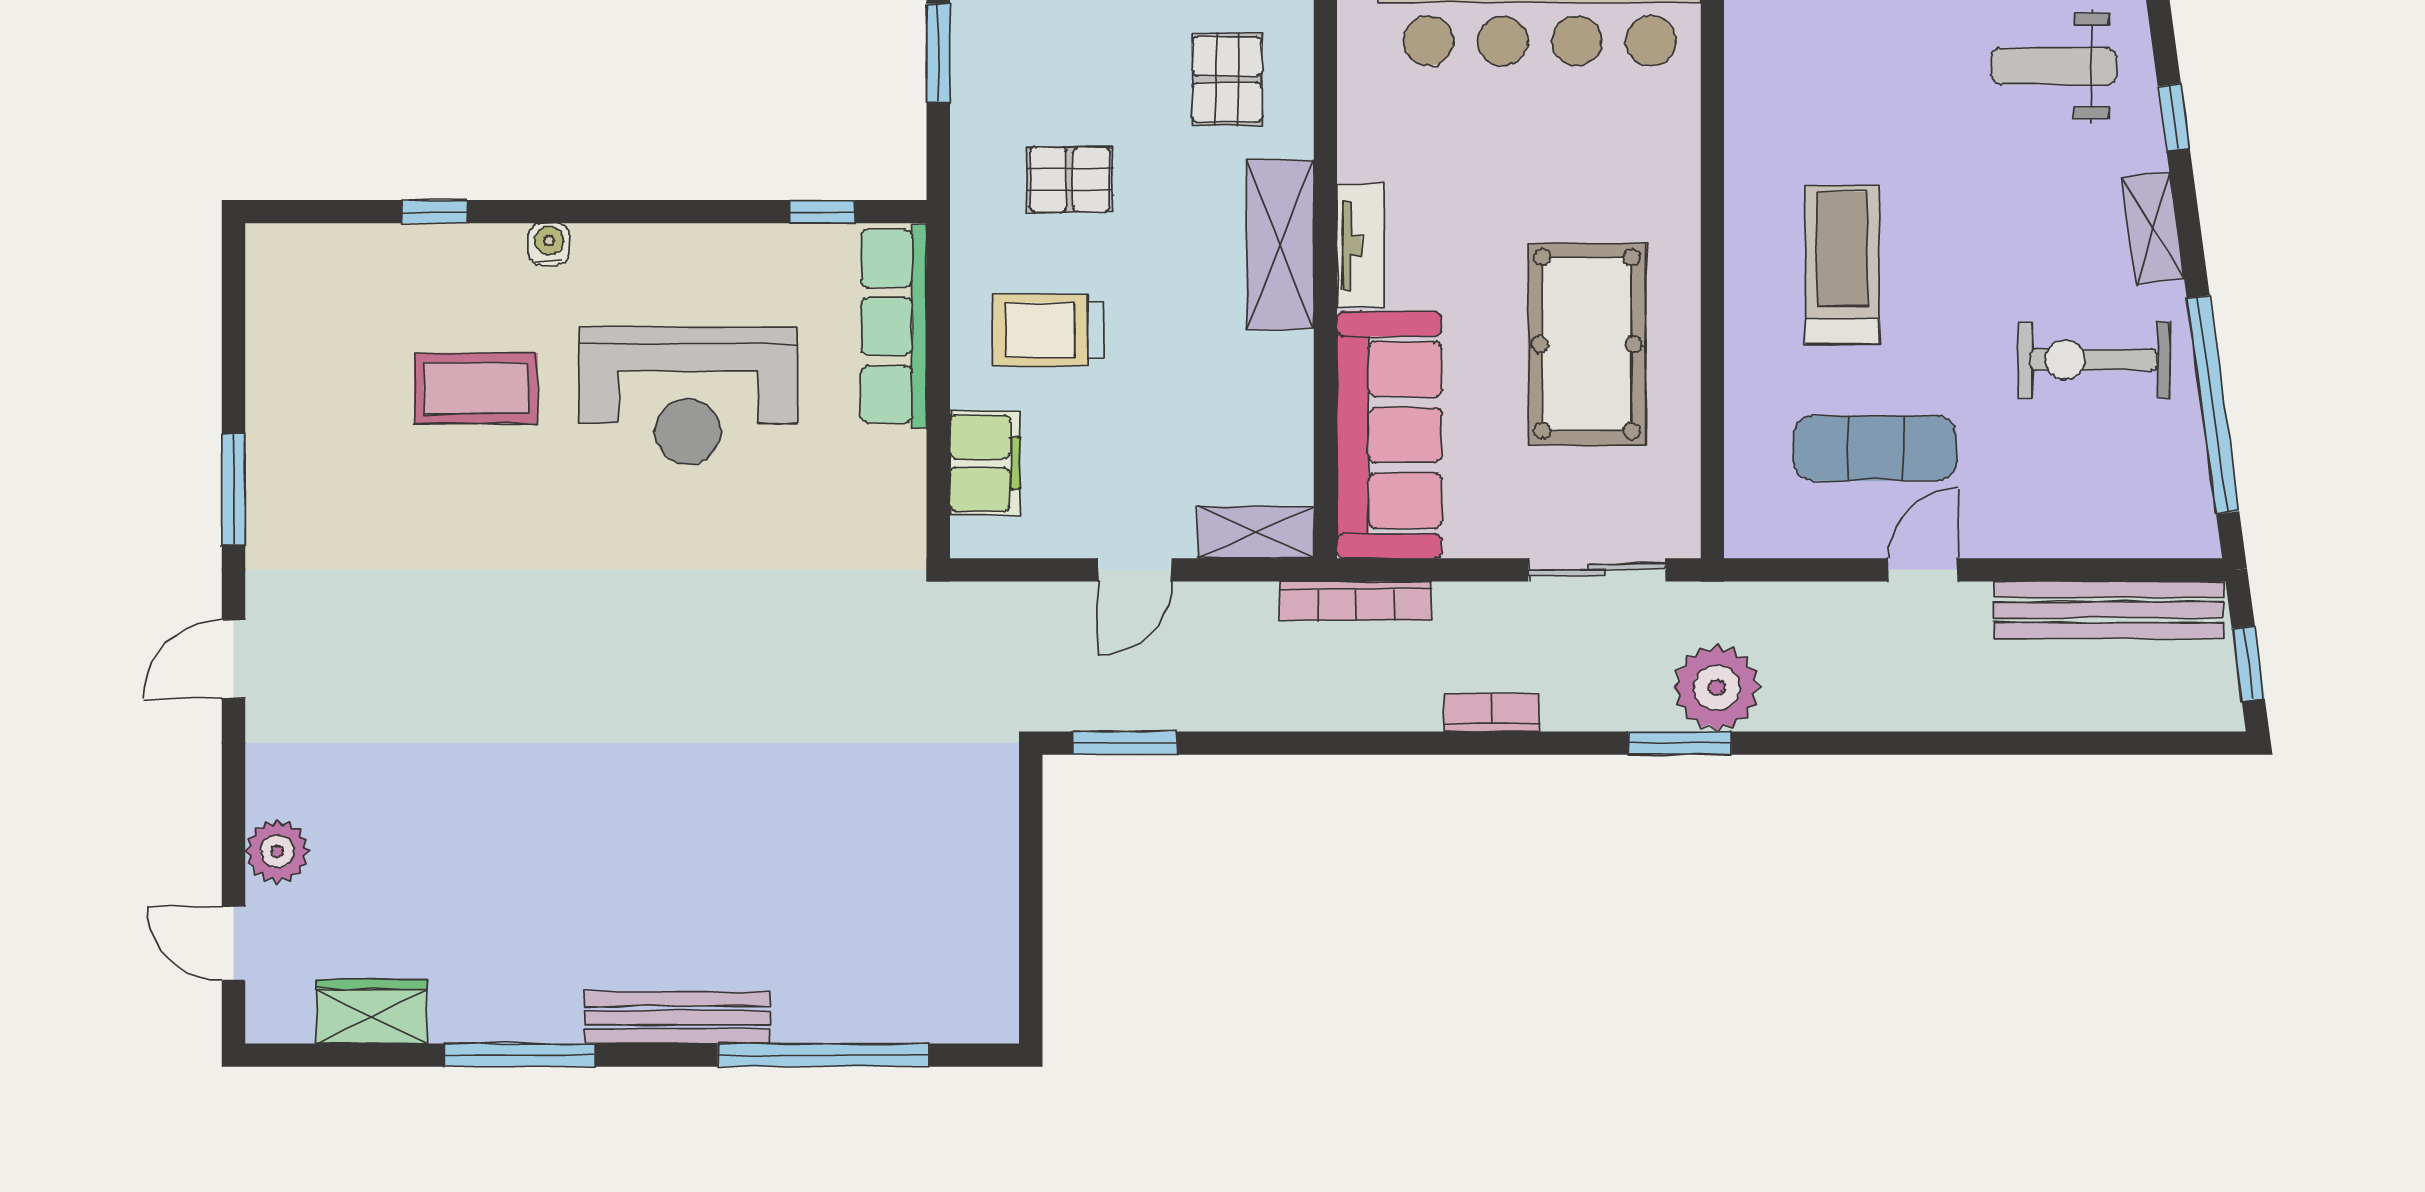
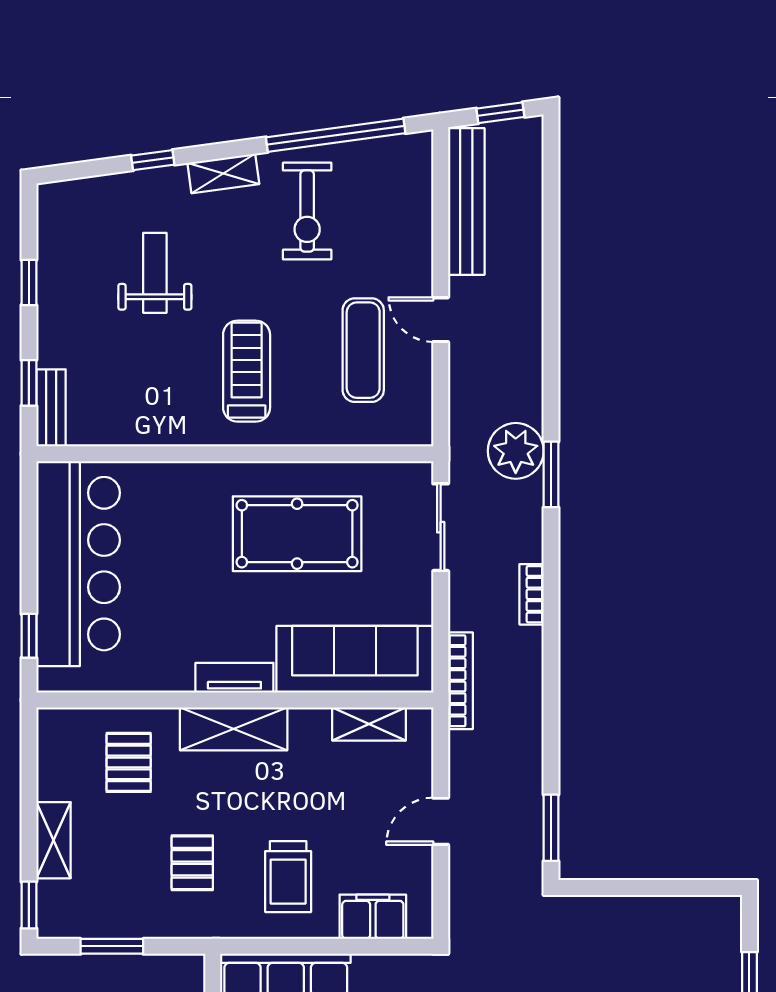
weight bench: (2054, 66) -> (155, 273), moved, turned 180
pallet: (1227, 79) -> (129, 762), turned 90
treadmill: (1842, 265) -> (247, 371), turned 90
shelving: (1256, 532) -> (369, 724), moved, turned 90
door: (1135, 570) -> (441, 821), swing flipped

